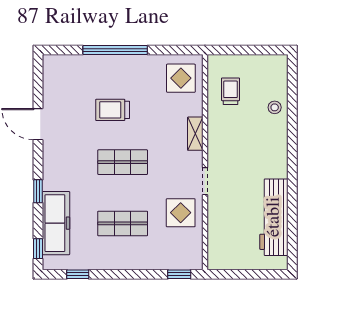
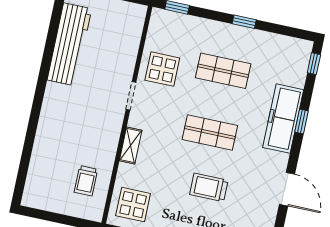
stool: (275, 107) -> (45, 155), removed
trolley: (113, 110) -> (209, 187), turned 180
freezer: (56, 223) -> (283, 119), moved
window: (78, 274) -> (244, 22), moved

